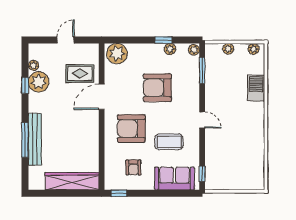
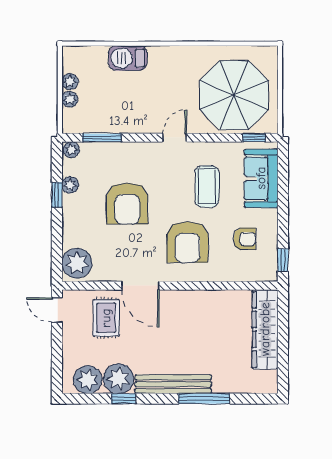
door: (66, 40) -> (57, 310), moved
plant: (254, 49) -> (70, 82), moved
plant: (34, 65) -> (88, 380), width x1.87, depth x1.87
bench: (35, 139) -> (173, 384), moved
parasol: (231, 160) -> (234, 95), added

